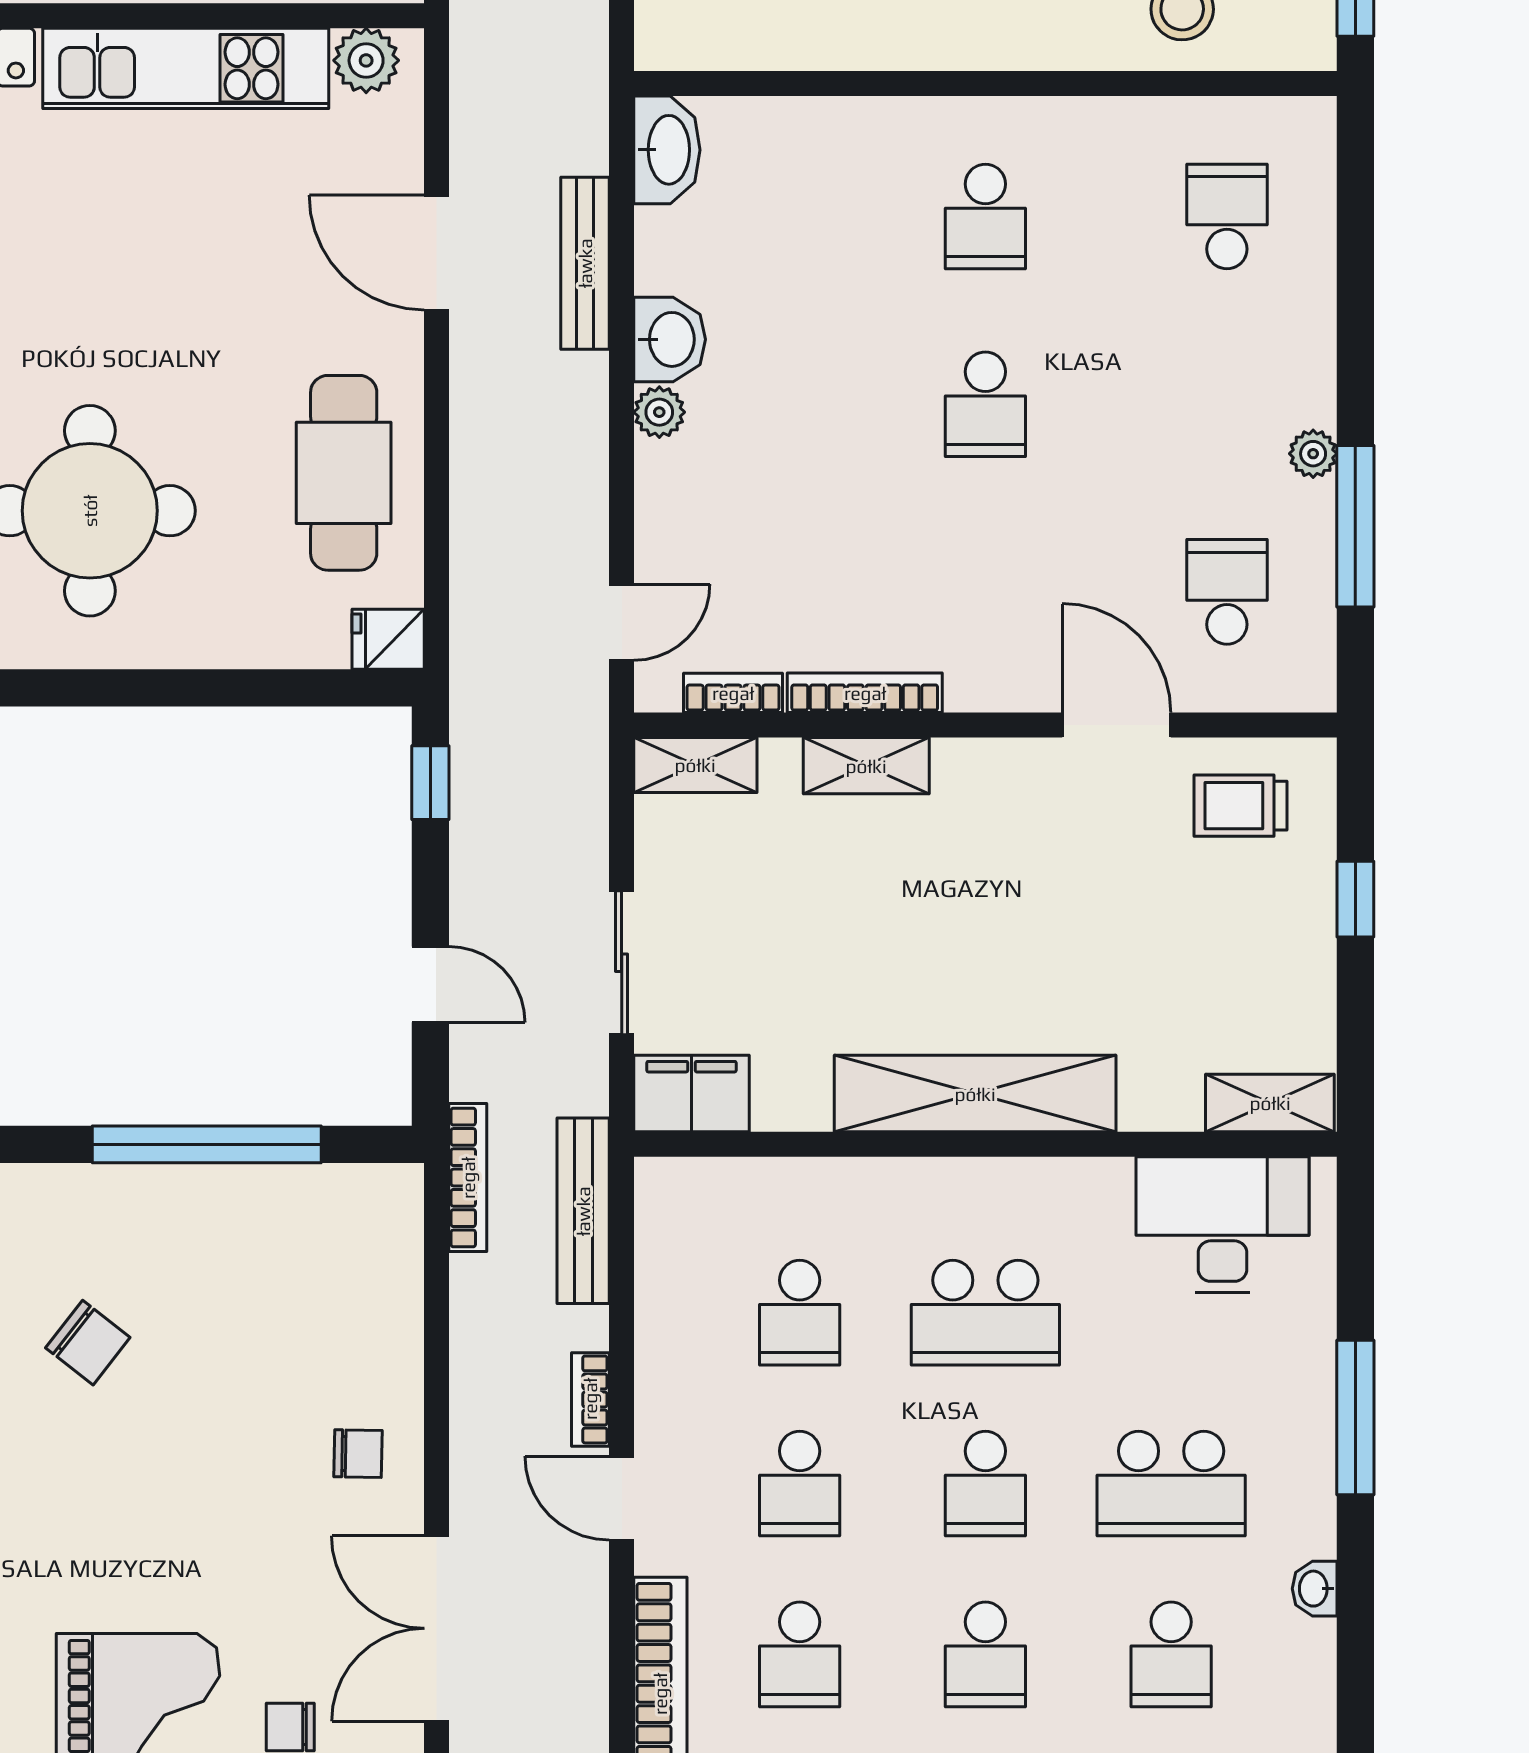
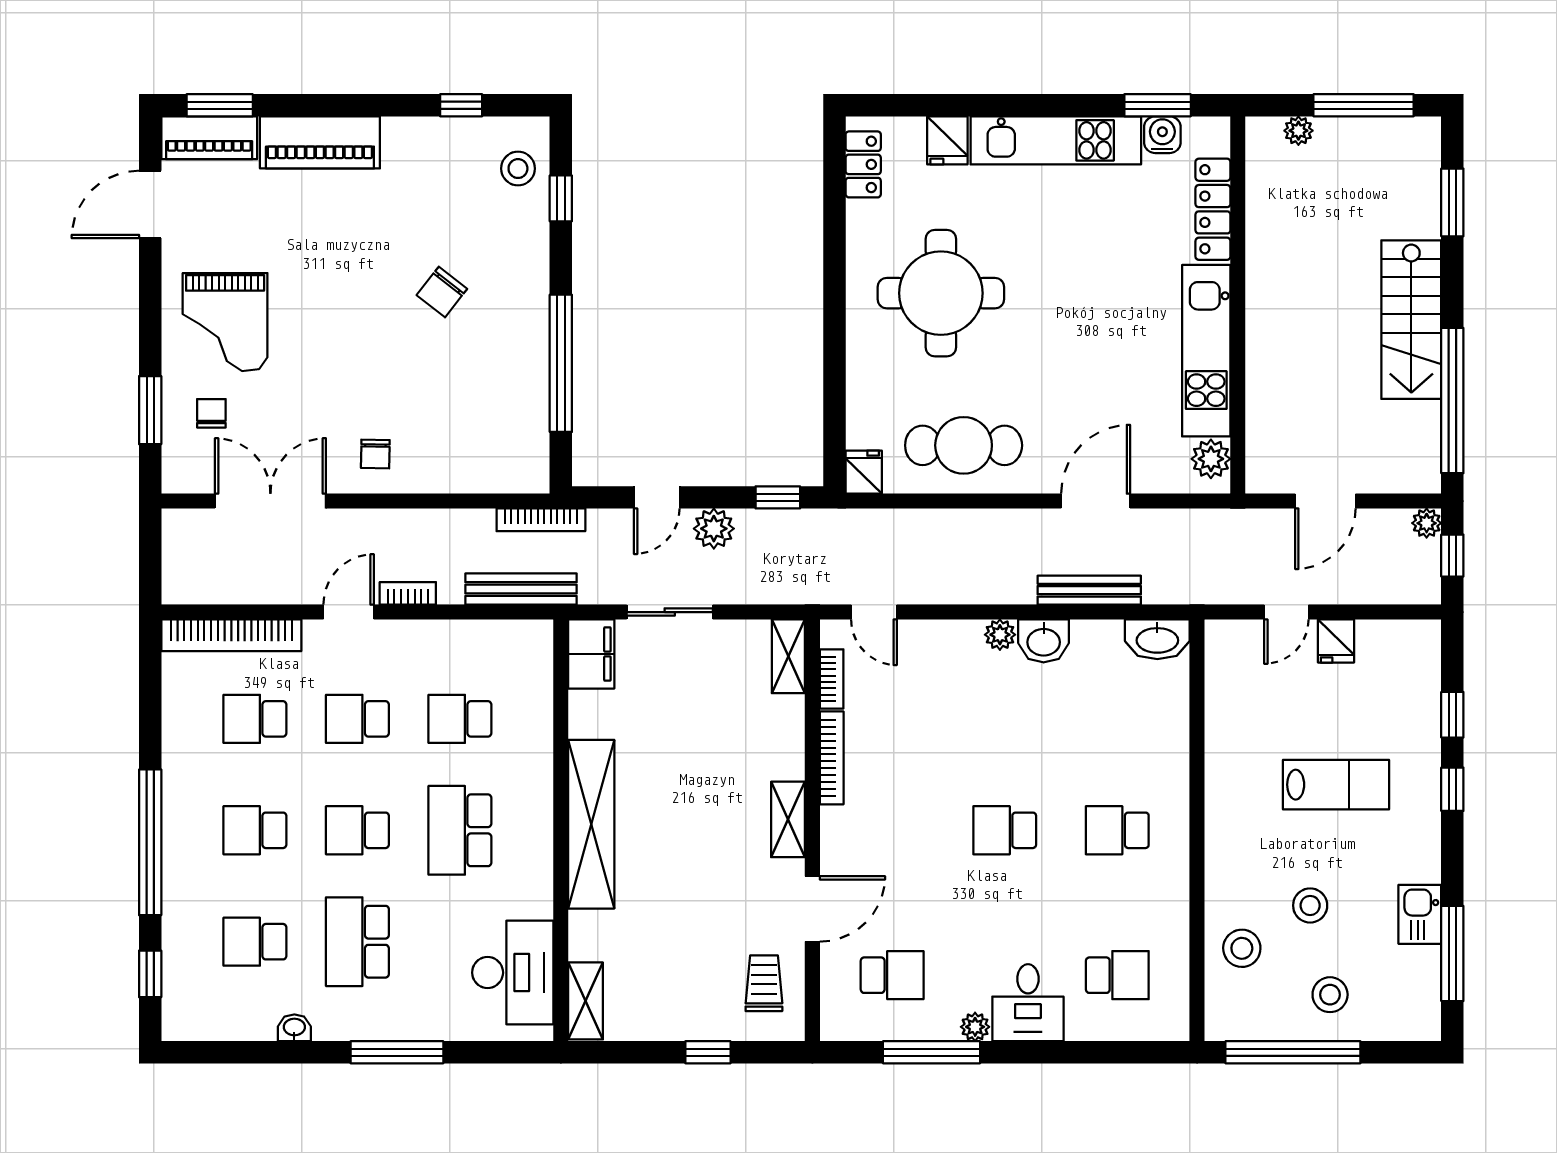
desk: (1273, 365) -> (1028, 1003), added
shelving: (866, 766) -> (788, 819), moved
plant: (482, 889) -> (714, 529), added

